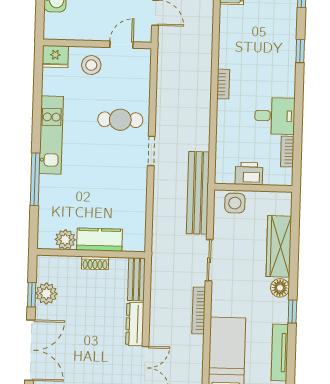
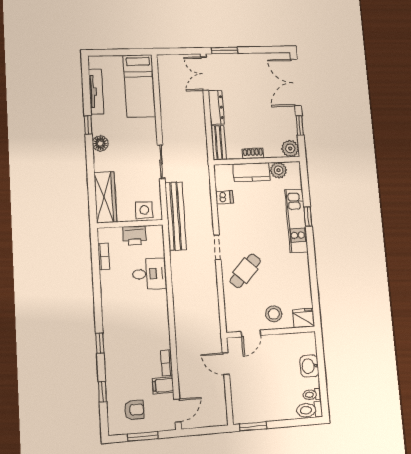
bookcase: (223, 84) -> (167, 363), moved
desk: (275, 116) -> (149, 274), moved, turned 180
cafe table: (120, 120) -> (245, 271), turned -47
kitchen unit: (51, 135) -> (297, 221), moved
window: (35, 179) -> (308, 217), width x0.46
dishwasher: (136, 211) -> (224, 197), added
wardrobe: (279, 246) -> (105, 197), moved
plant: (46, 293) -> (290, 148), moved
bookcase: (199, 311) -> (166, 121), removed

